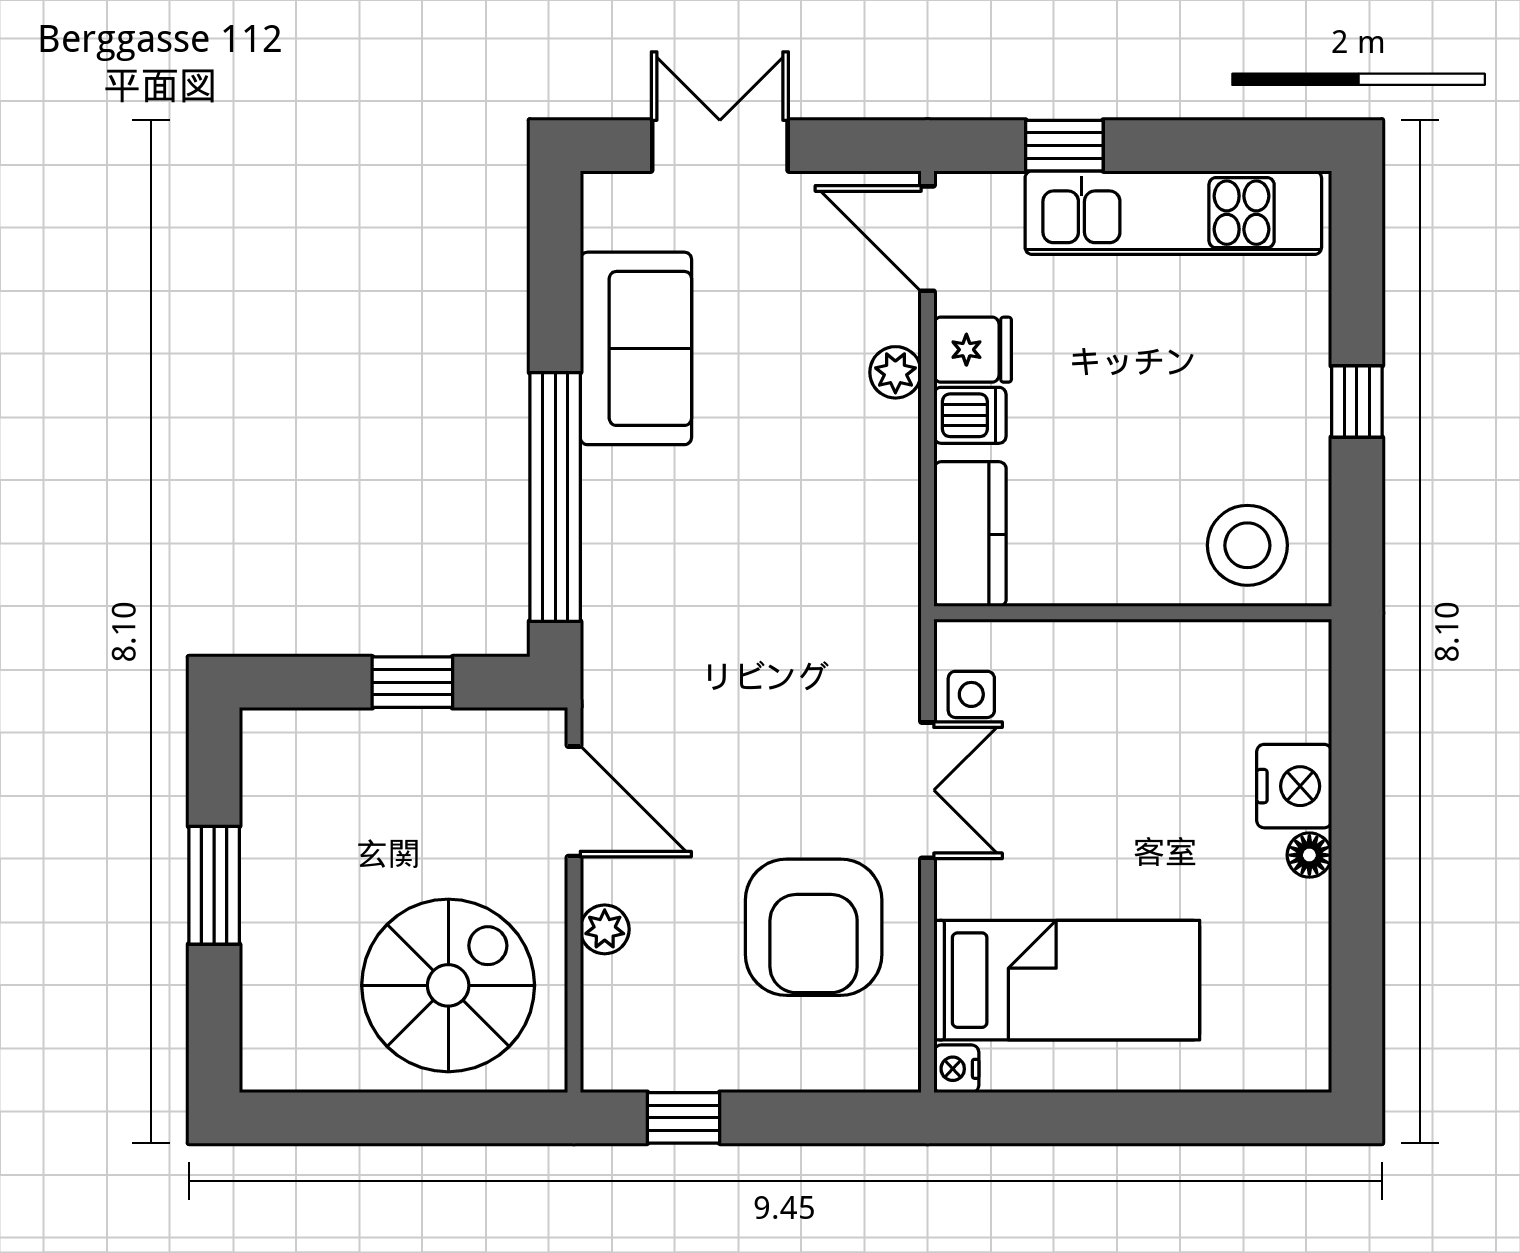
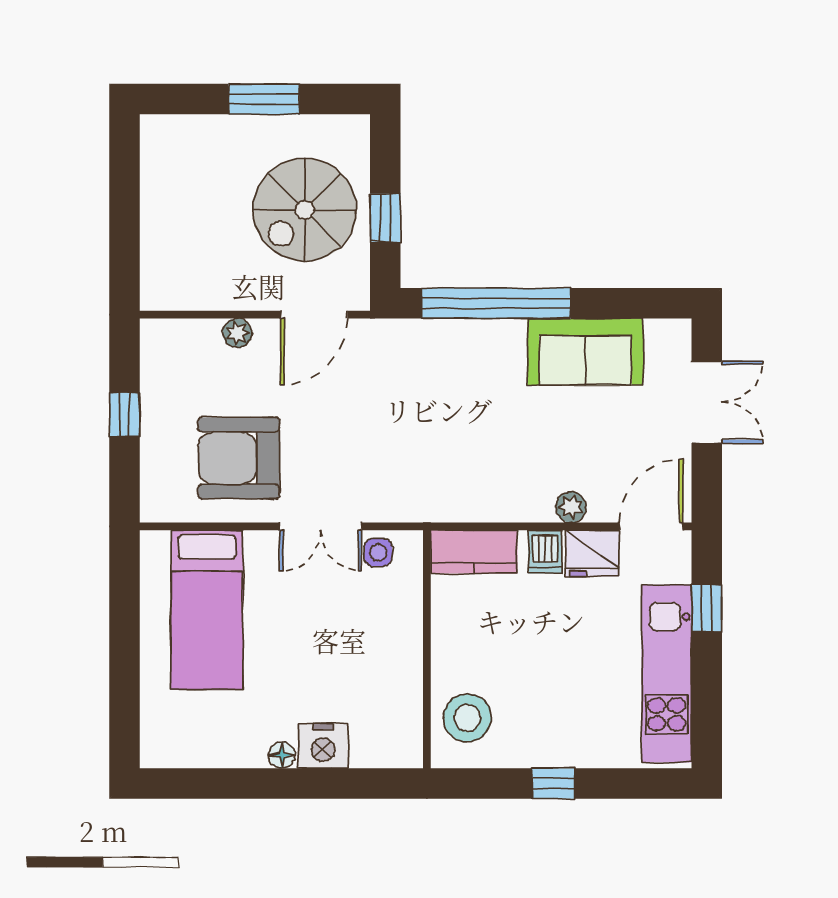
fridge: (973, 350) -> (592, 553), width x1.38
spiral stairs: (448, 985) -> (305, 210), moved, turned 90
nightstand: (956, 1069) -> (154, 544), removed
window: (683, 1118) -> (124, 414), moved

